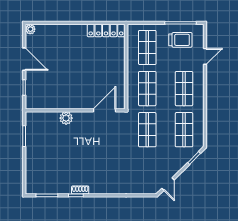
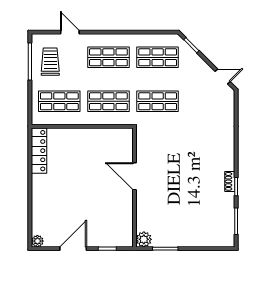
door: (104, 110) -> (134, 176), moved
plant: (66, 118) -> (144, 239), moved

